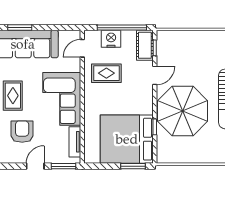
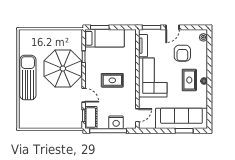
rug: (106, 73) -> (112, 80), moved
door: (155, 75) -> (84, 95), swing flipped
bed: (127, 139) -> (104, 38), width x0.49

